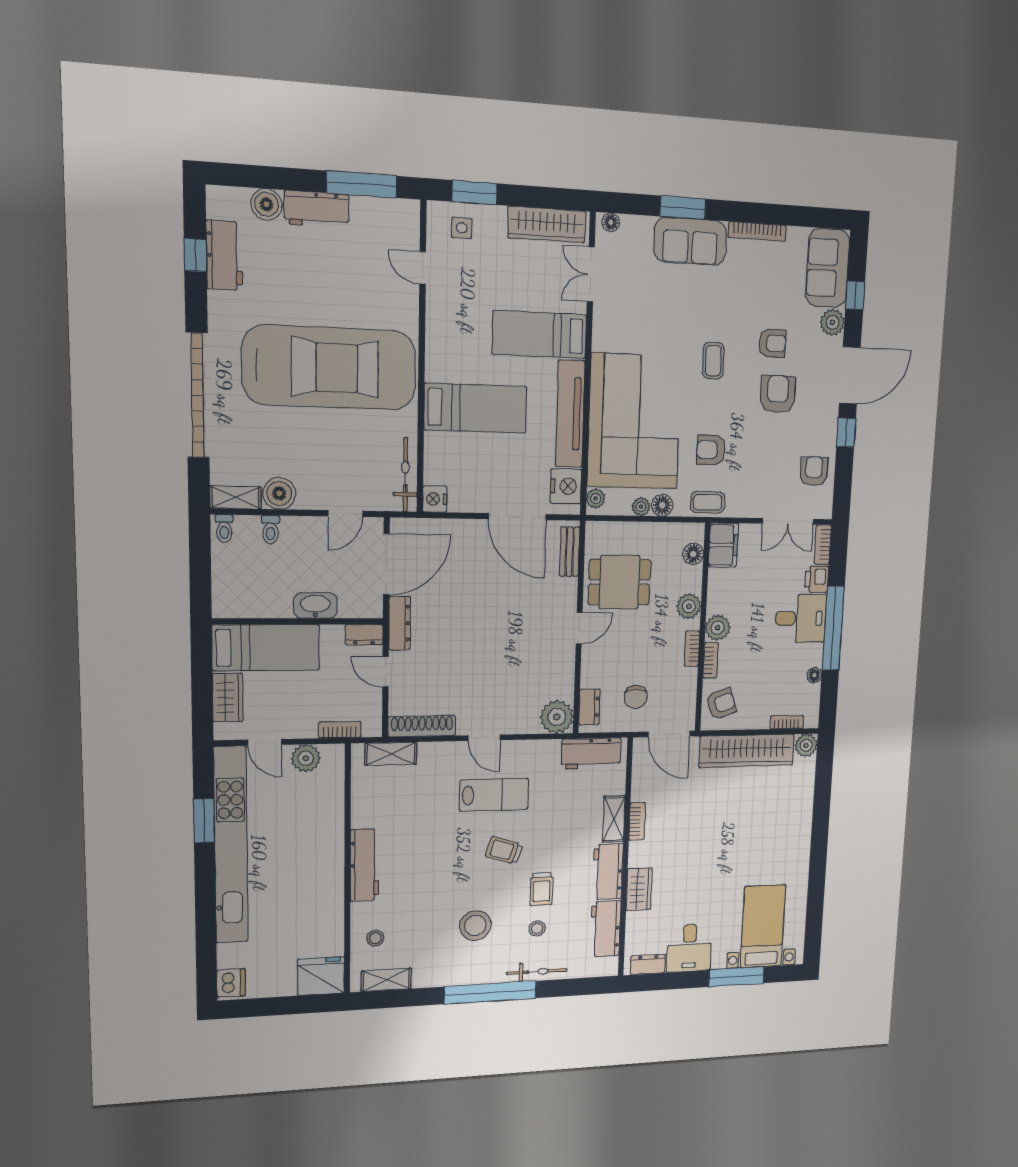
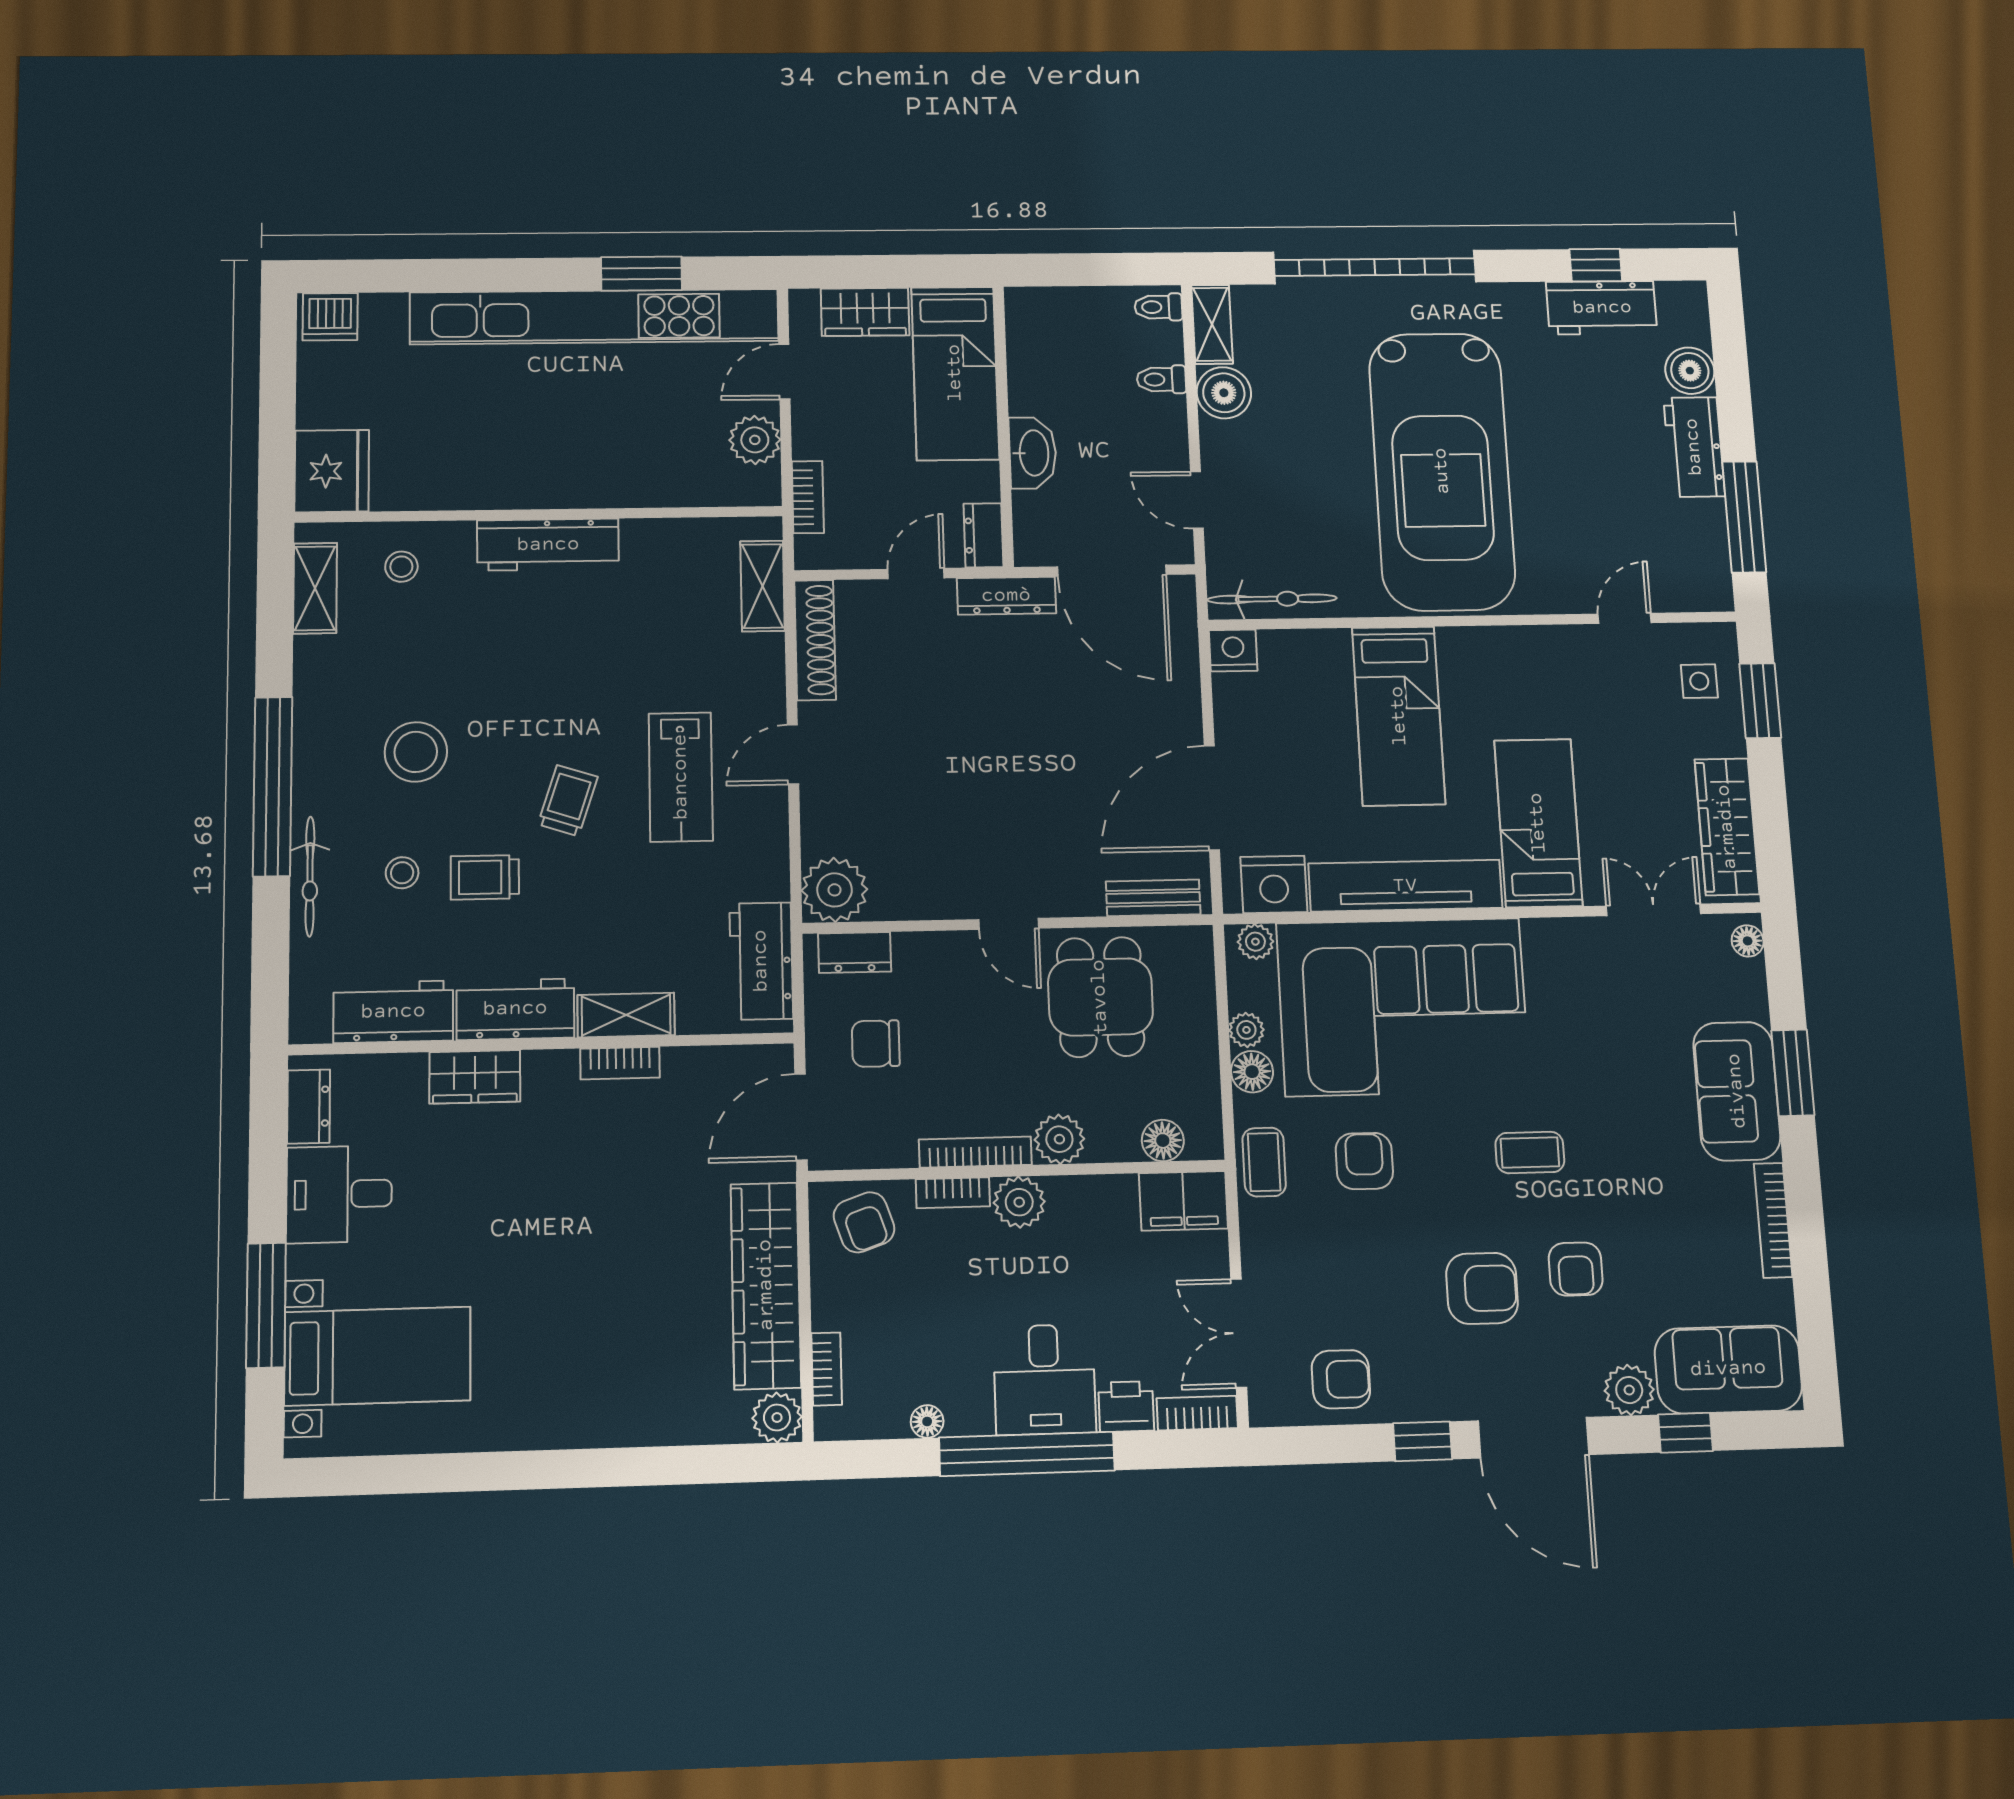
bookcase: (692, 649) -> (975, 1152), width x1.56

